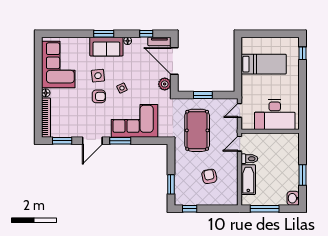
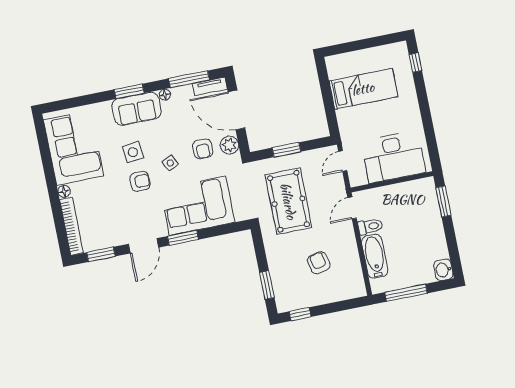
window: (146, 34) -> (189, 79), width x2.17
armchair: (146, 83) -> (203, 149), added
window: (303, 175) -> (443, 201), moved

